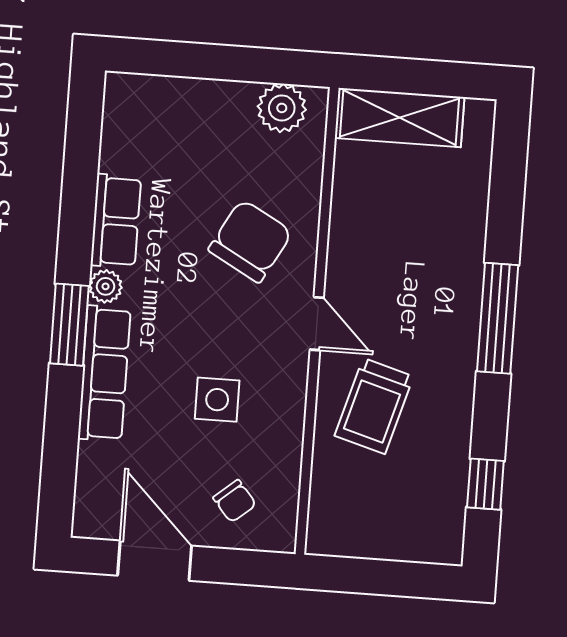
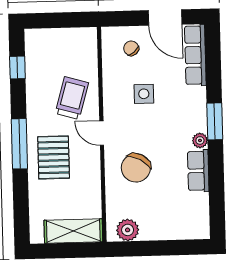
pallet: (427, 281) -> (54, 157), added
row of seats: (104, 373) -> (195, 55), moved

